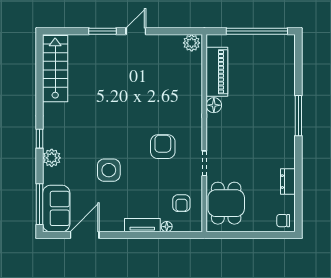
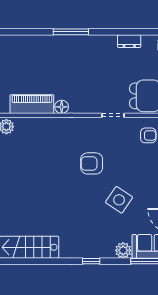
armchair: (163, 147) -> (92, 163), moved
plant: (52, 158) -> (123, 250), moved
side table: (109, 170) -> (119, 200), turned 34

